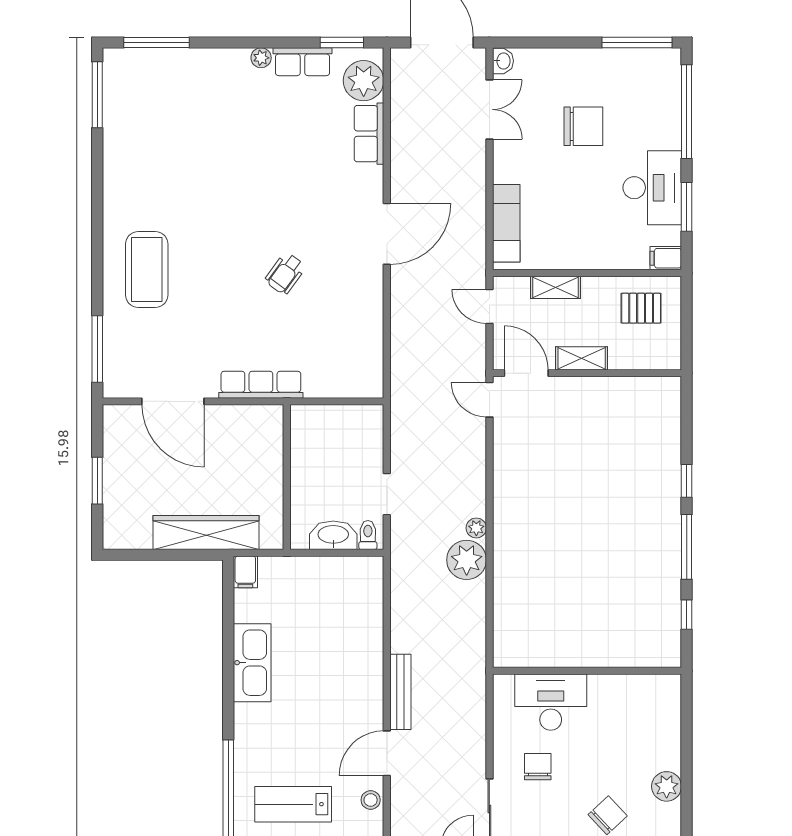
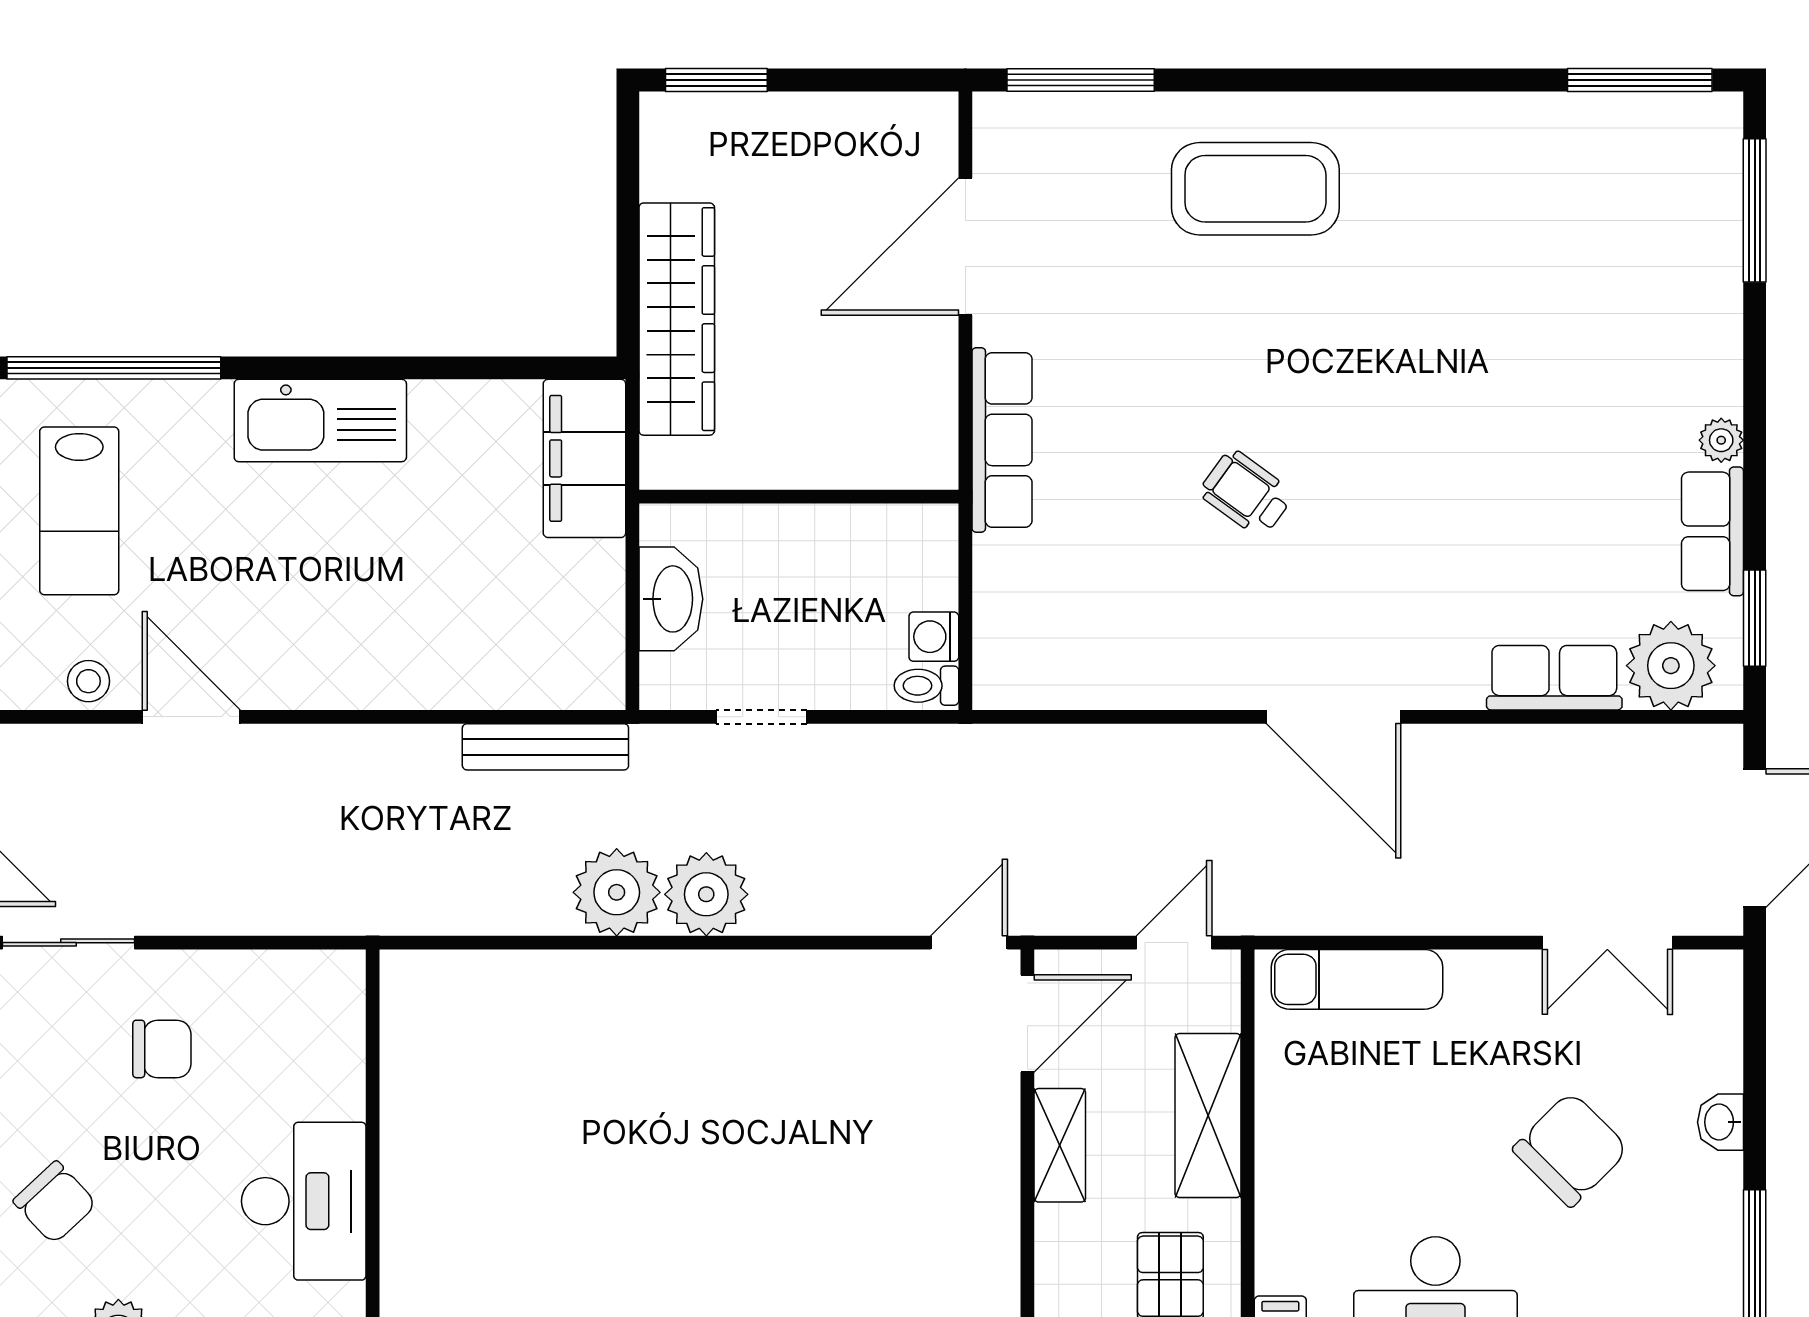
washbasin: (503, 61) -> (1720, 1122), moved, turned 90
chair: (583, 126) -> (1571, 1149), turned -135
shelving: (556, 287) -> (1208, 1115), width x1.50, depth x1.33
washing machine: (350, 416) -> (934, 637), added
window: (97, 481) -> (716, 80), moved
plant: (476, 528) -> (706, 894), width x1.88, depth x1.88
toilet: (368, 535) -> (926, 686), moved, turned 180
filing cabinet: (245, 572) -> (584, 458), width x3.00, depth x1.17
kitchen sink: (252, 663) -> (320, 420), moved
bench: (400, 692) -> (545, 747), moved
desk: (551, 702) -> (304, 1201), moved
lab bench: (293, 804) -> (79, 511), turned 180

